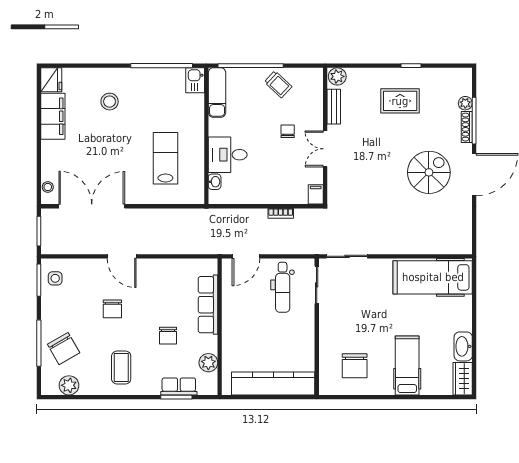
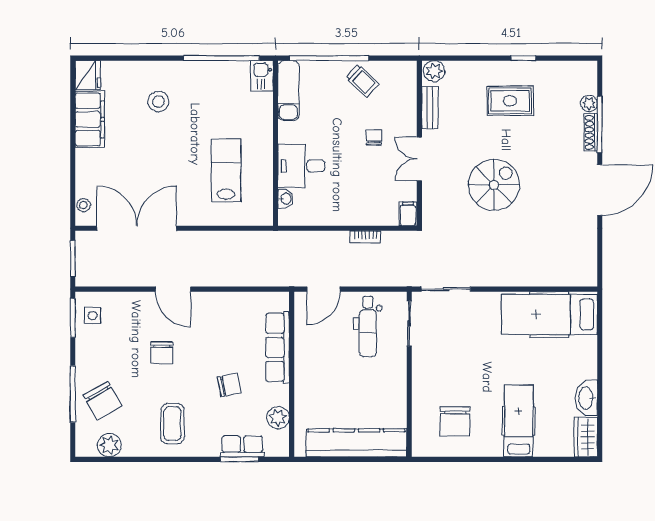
spiral stairs: (429, 172) -> (494, 185), moved
chair: (168, 336) -> (229, 385), turned -102

